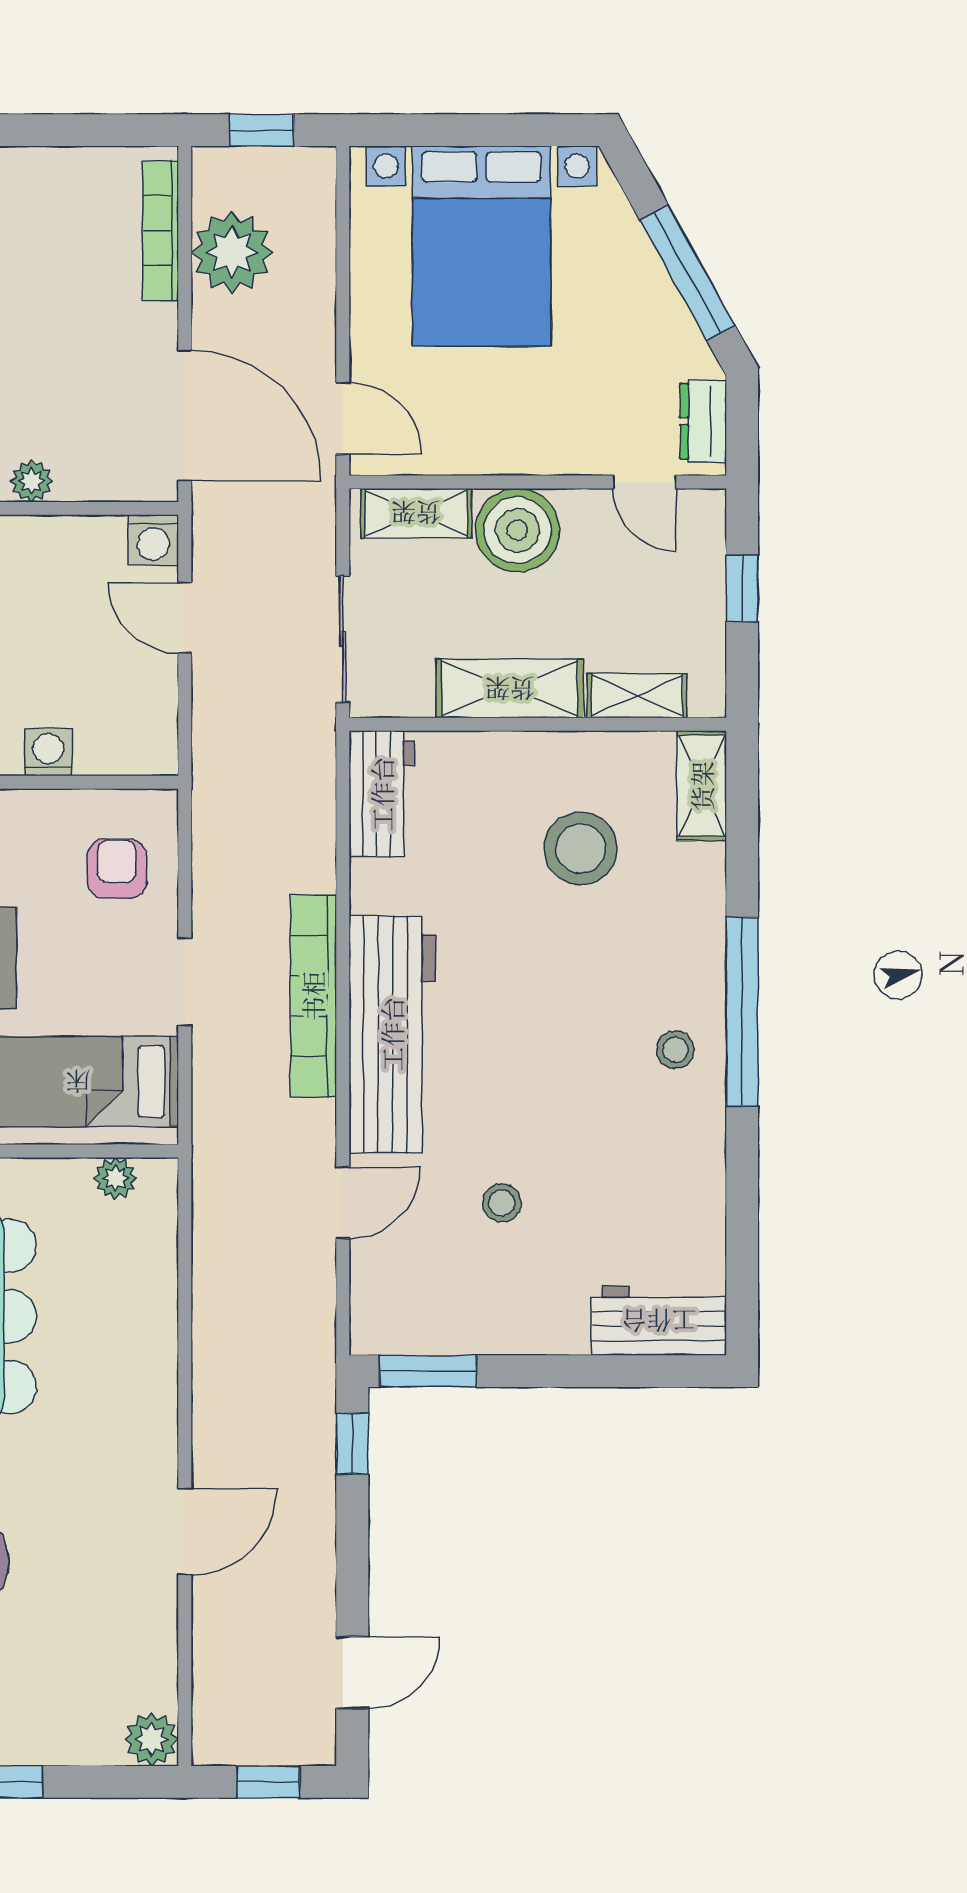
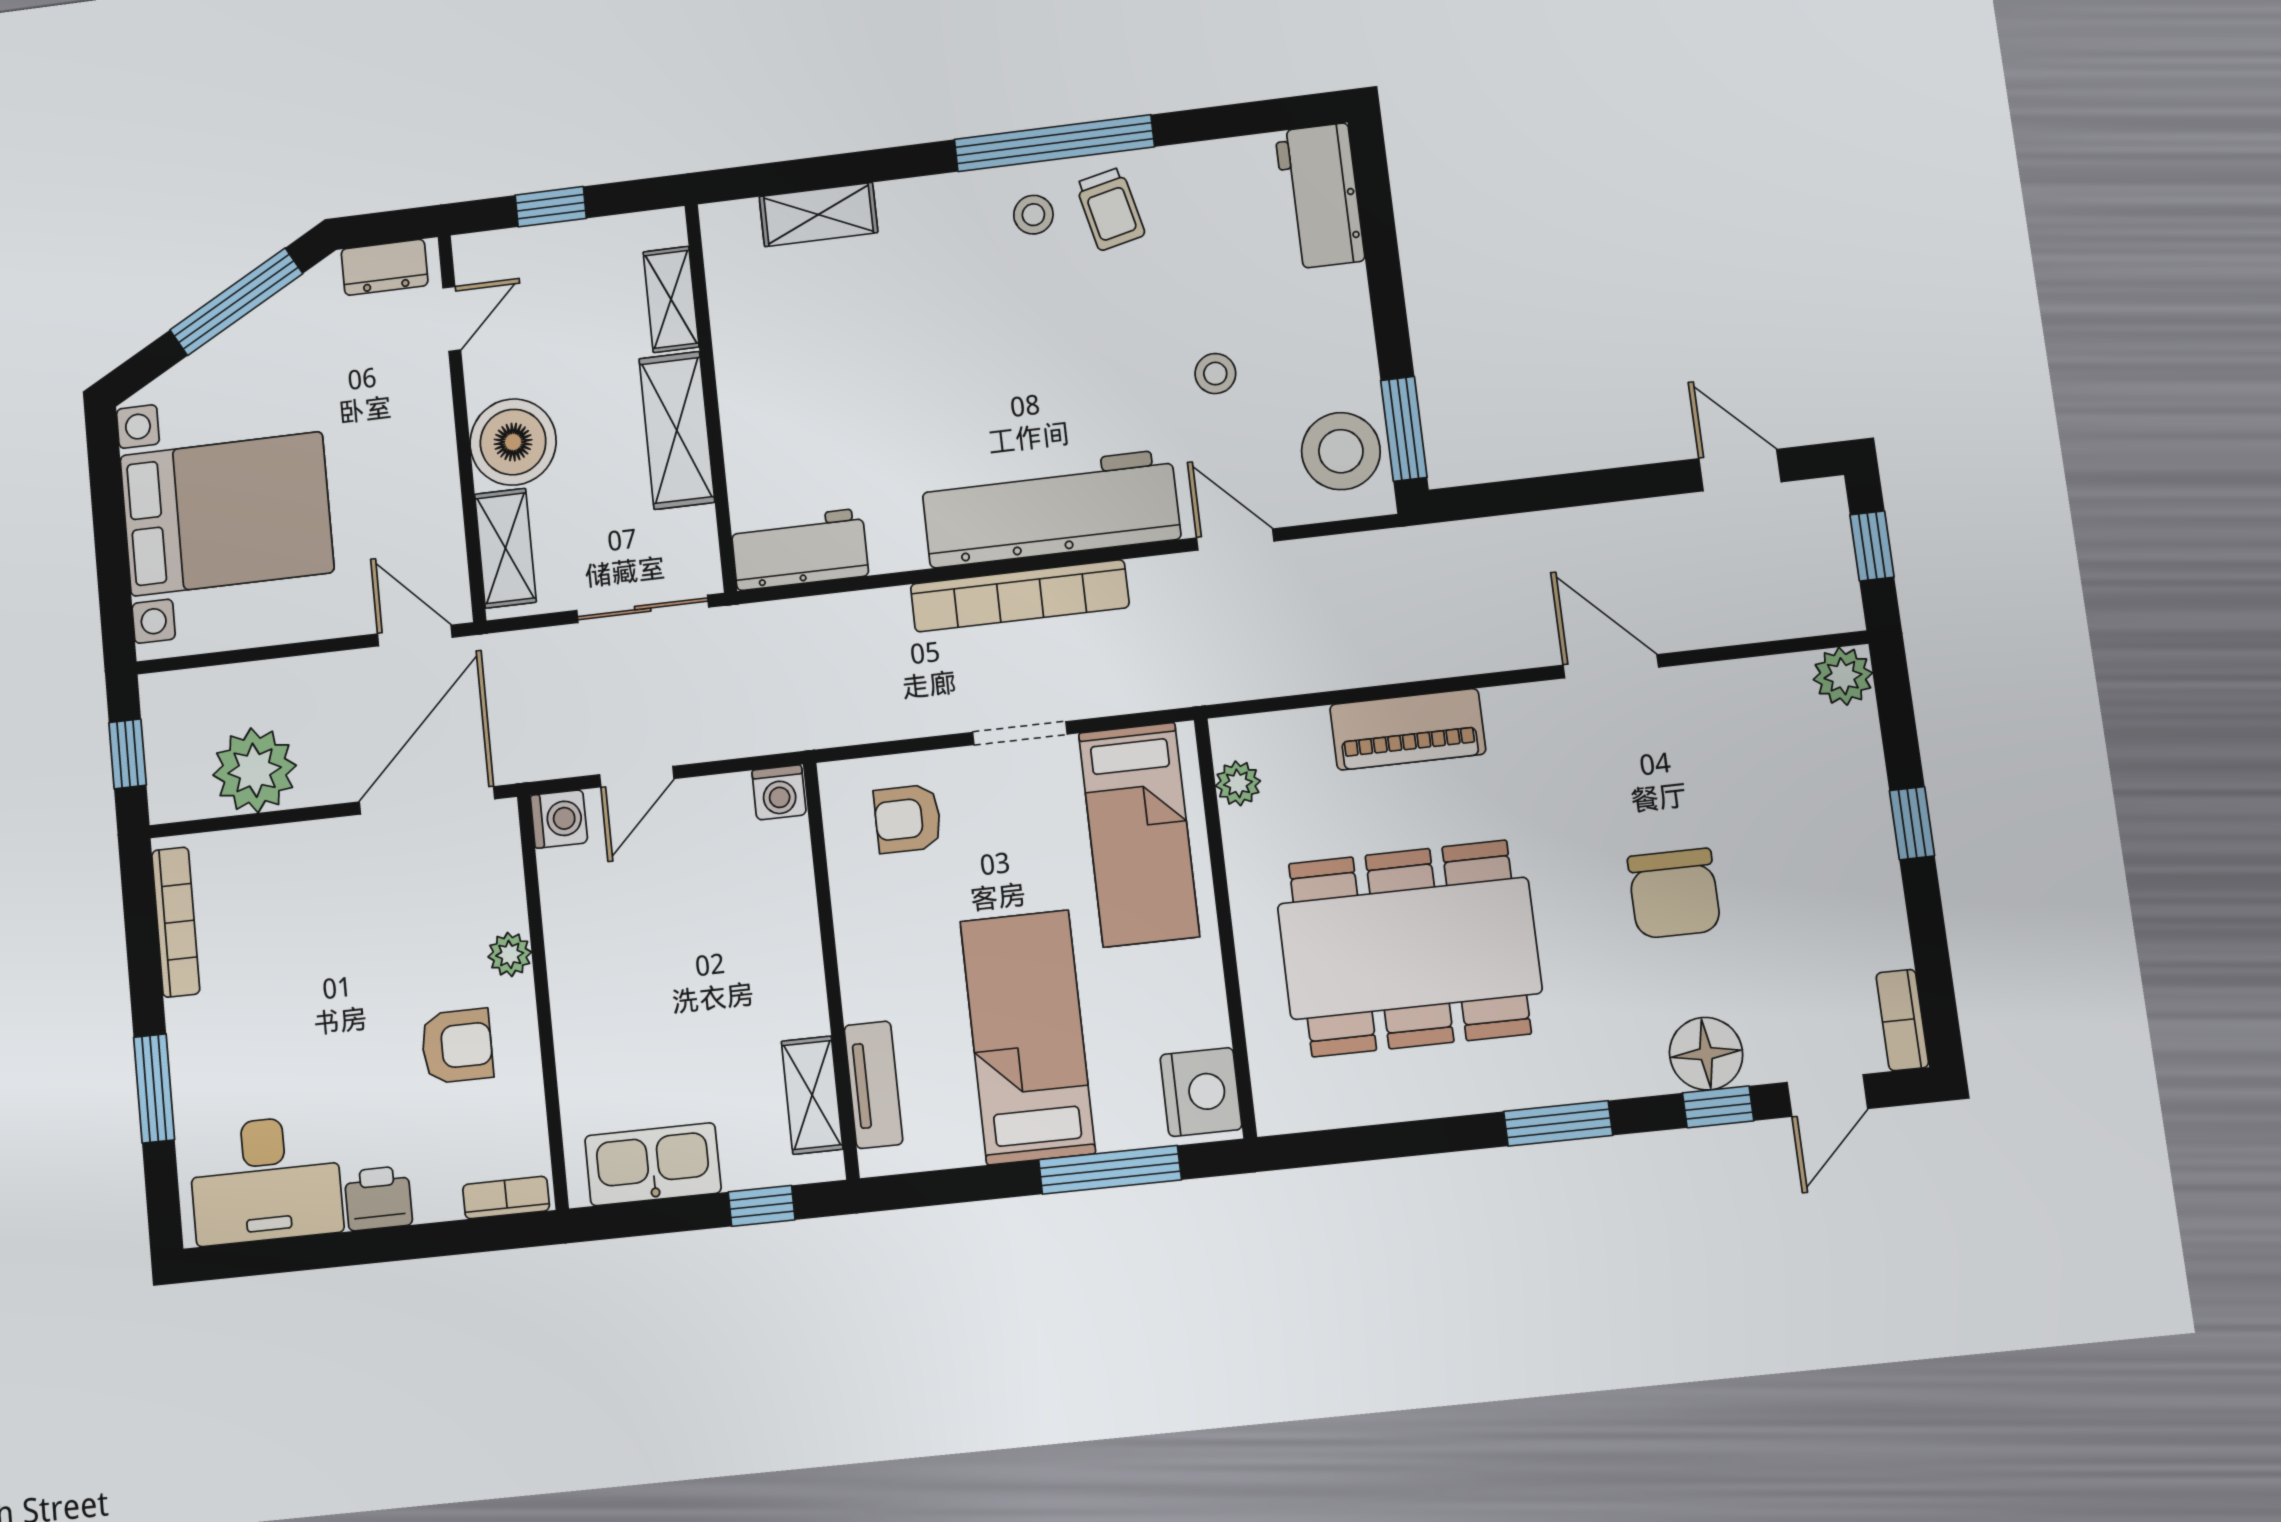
bookcase: (161, 231) -> (176, 922), moved, turned -90
door: (343, 418) -> (415, 636), hinge flipped
washing machine: (48, 752) -> (779, 792), moved, turned -90
shelving: (702, 786) -> (818, 215), moved
stool: (581, 848) -> (1341, 451), moved
window: (742, 1012) -> (1054, 143), moved
trolley: (672, 1123) -> (1110, 209), added
piano: (148, 1340) -> (1408, 729), added
window: (352, 1444) -> (1492, 499), removed

